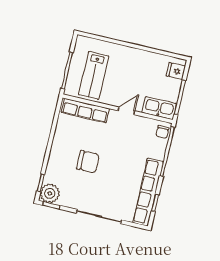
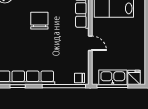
kitchen sink: (159, 108) -> (113, 77), moved, turned -90
chair: (88, 162) -> (39, 21), turned 180

